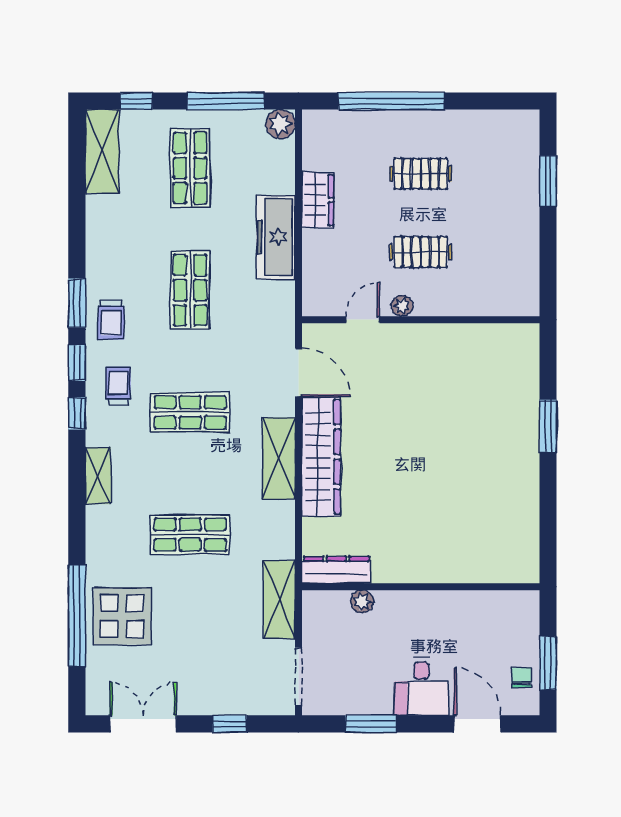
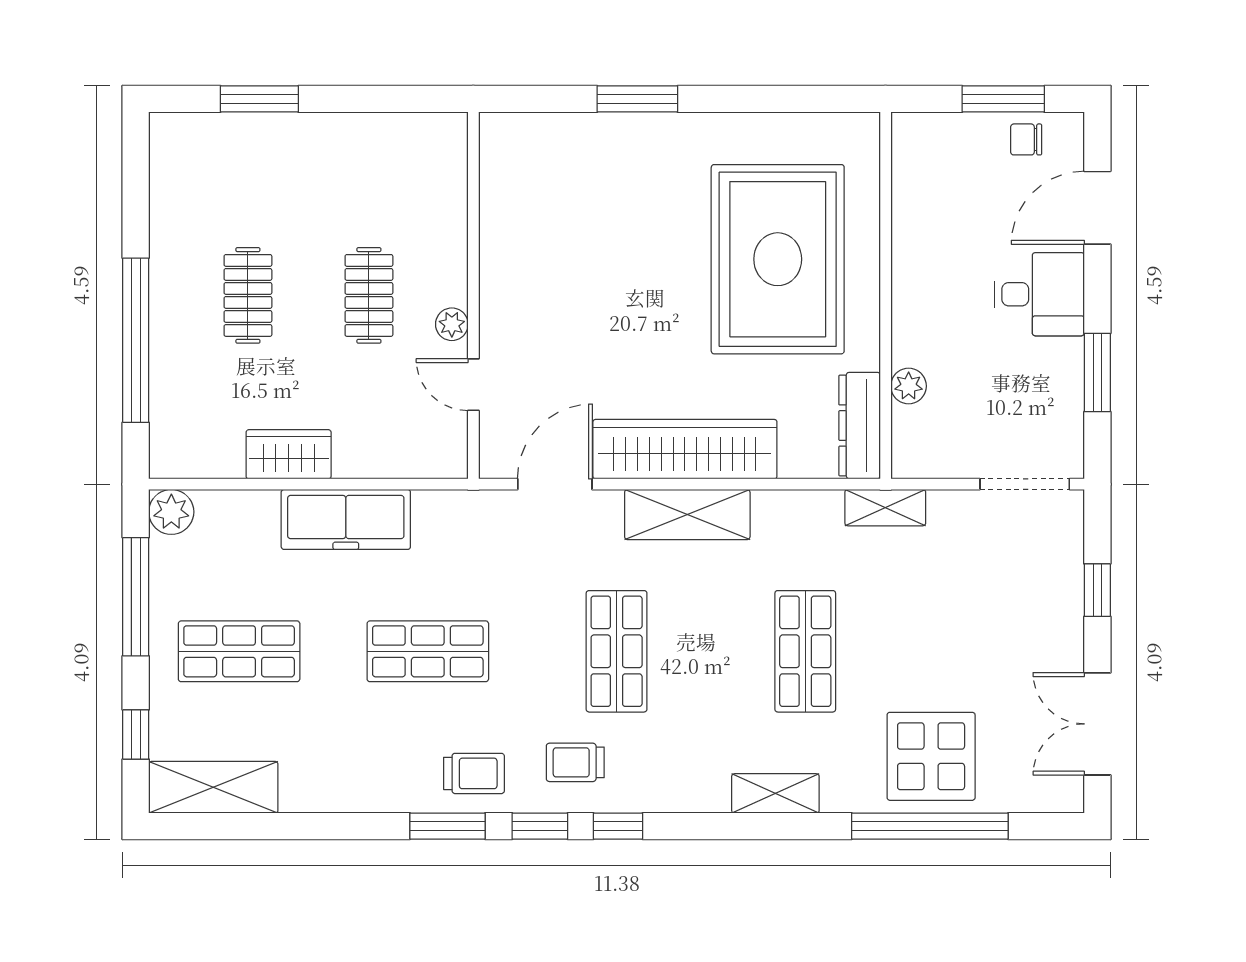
shelving: (98, 476) -> (775, 793), moved
rug: (444, 517) -> (778, 259), added
shelving: (279, 600) -> (885, 508), width x0.67, depth x0.75

